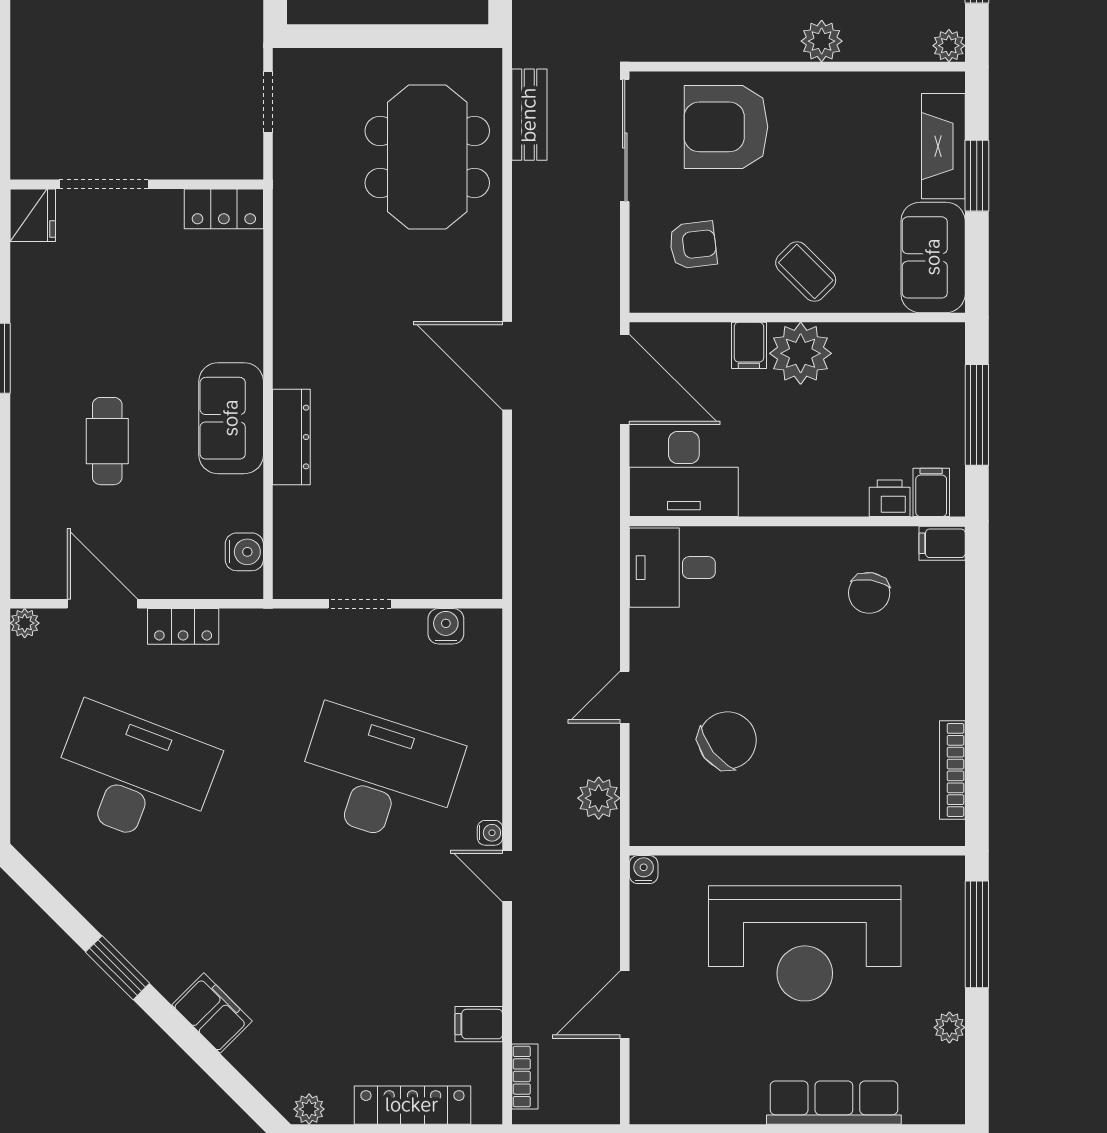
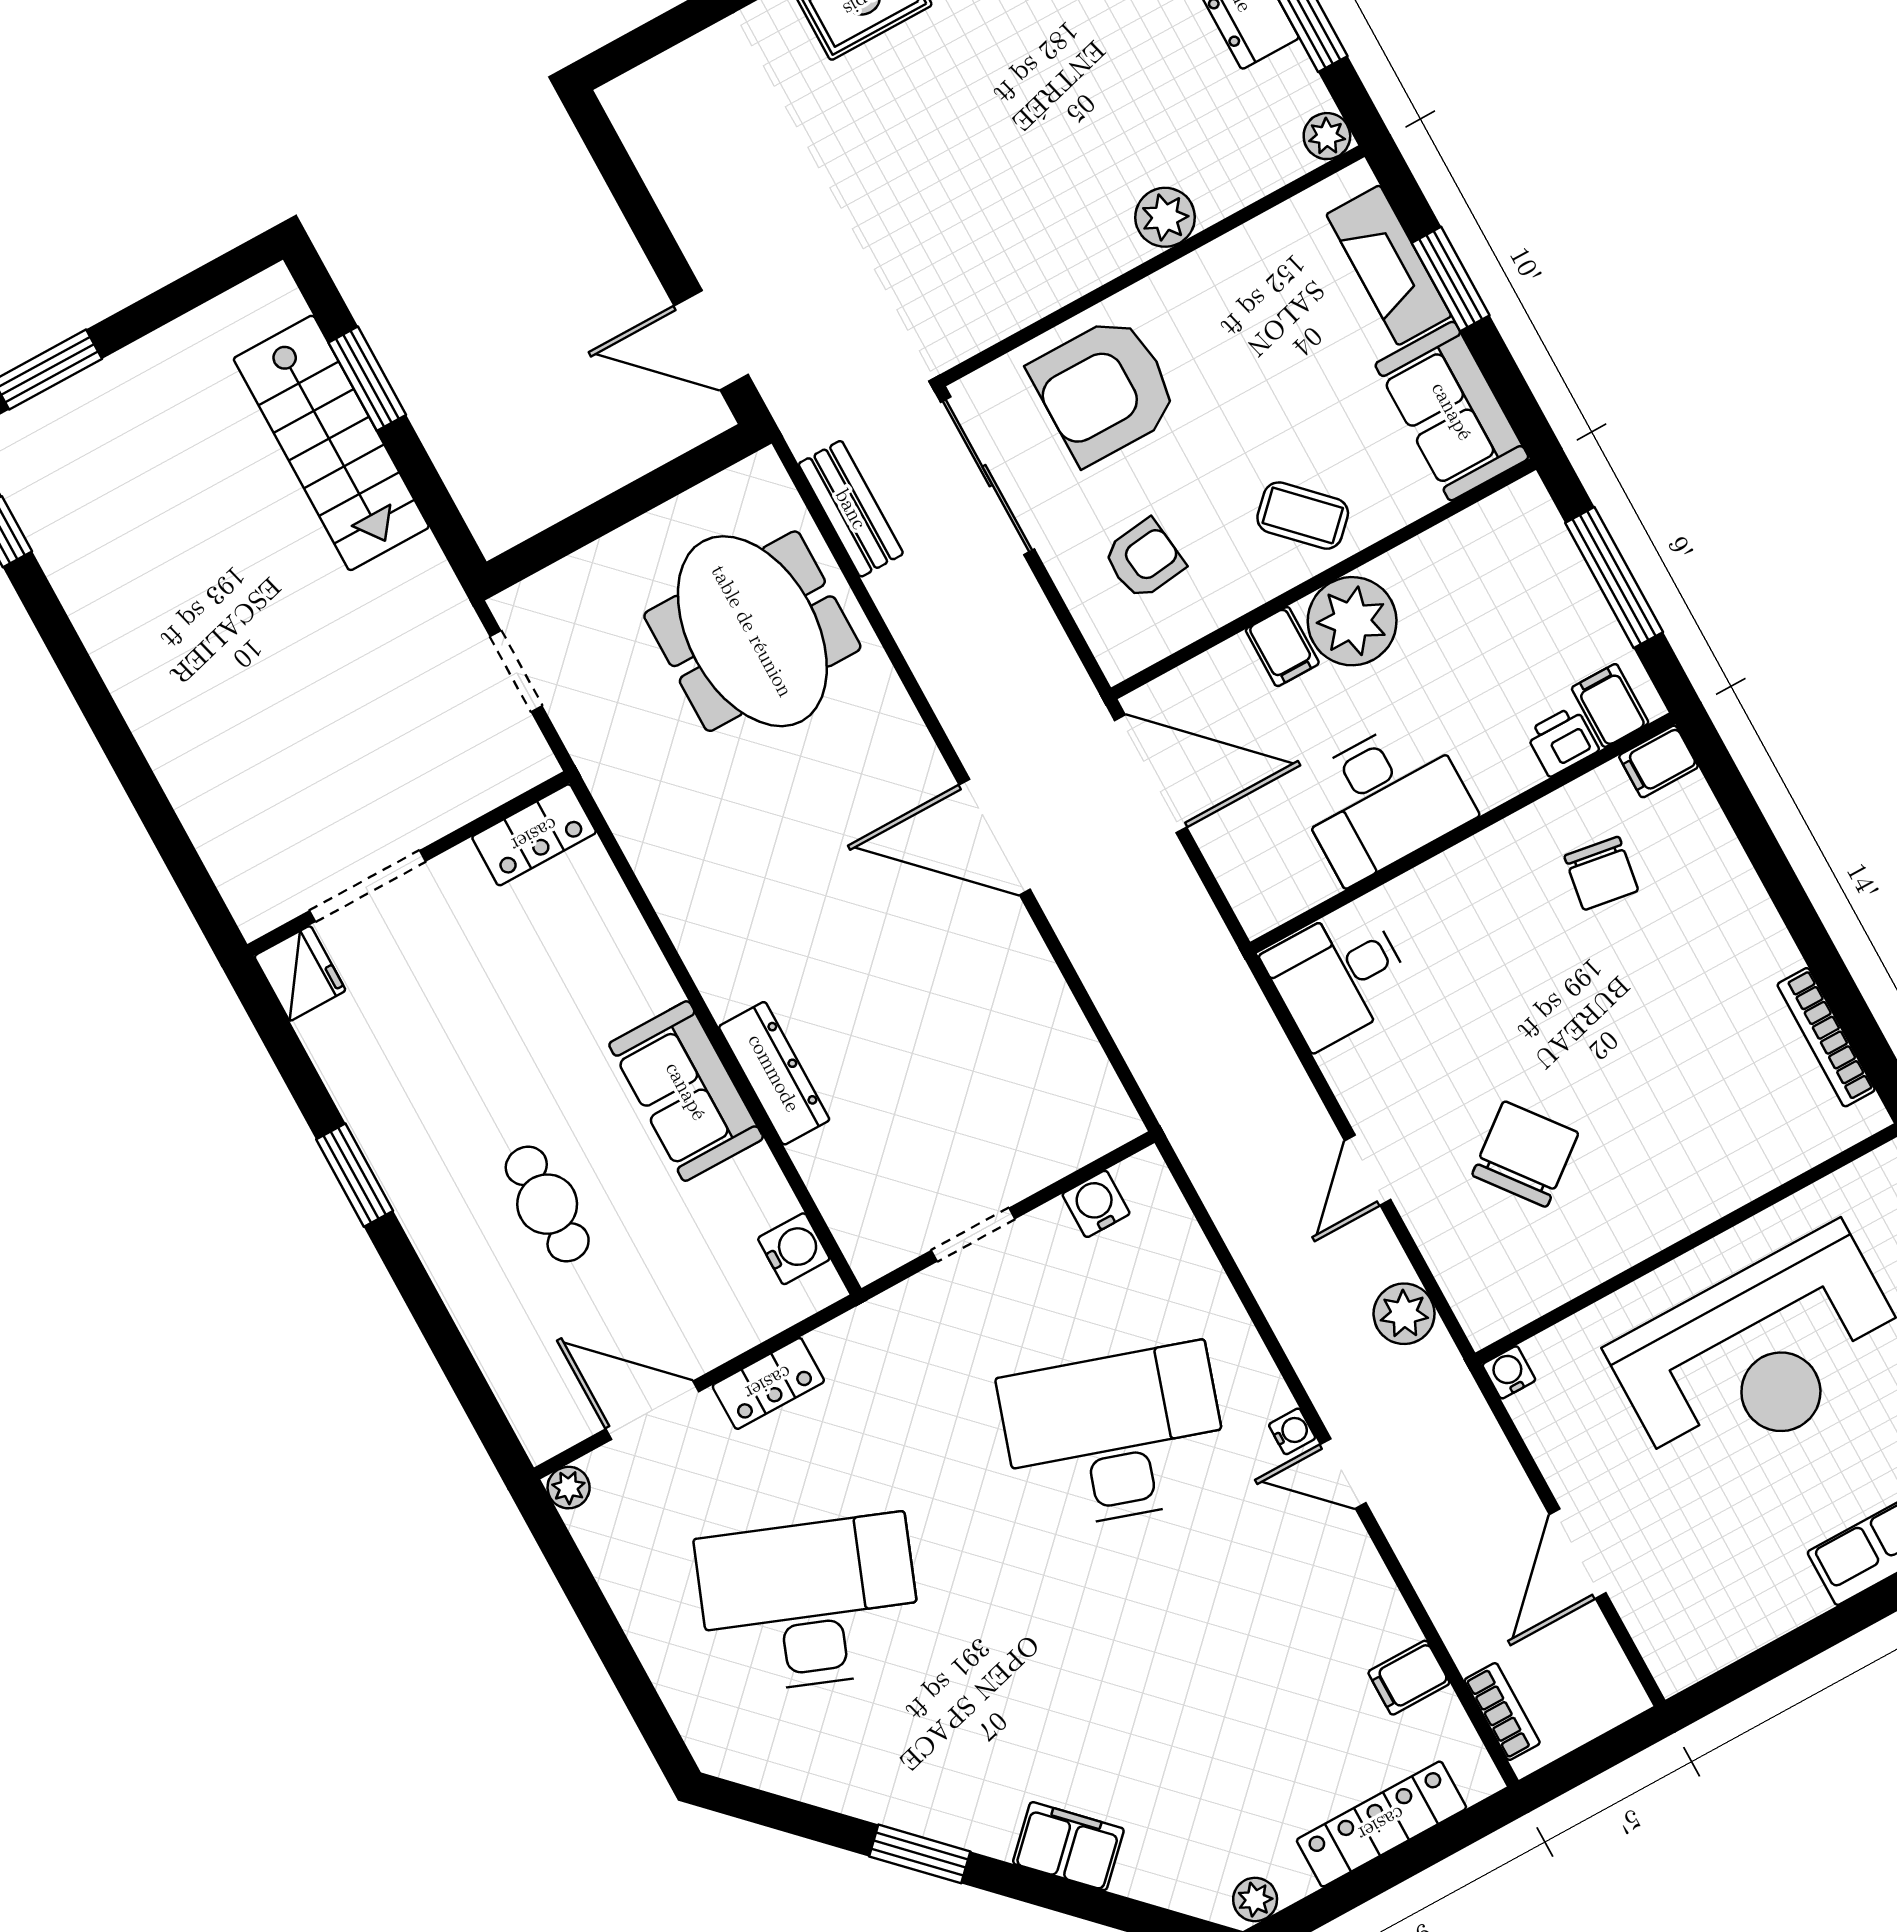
desk: (684, 474) -> (1384, 800), moved

